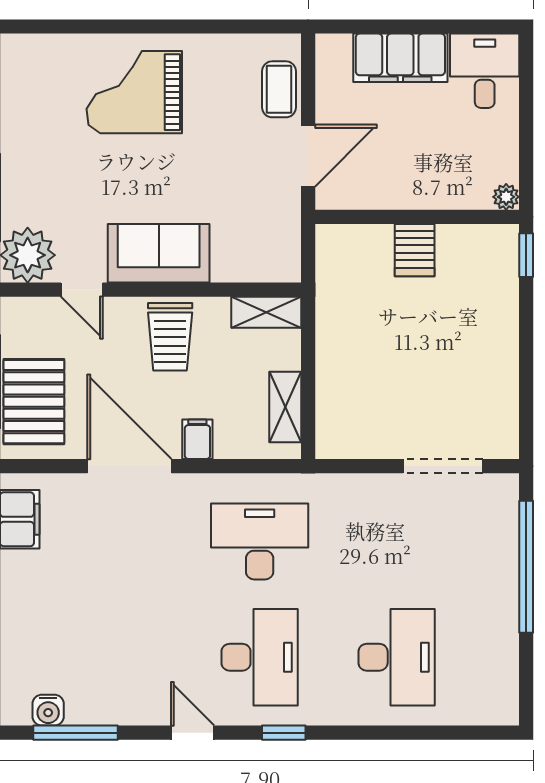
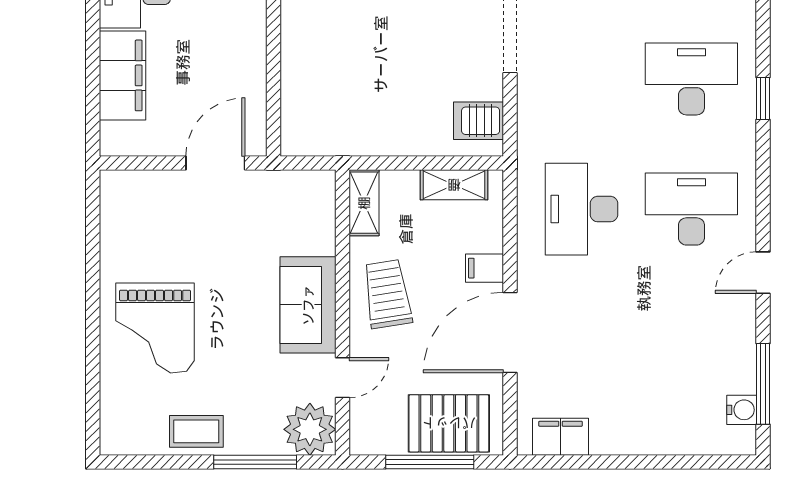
coffee table: (279, 89) -> (196, 431), moved
door: (308, 156) -> (215, 163), hinge flipped
server rack: (415, 250) -> (479, 121), moved, turned 180
trolley: (170, 337) -> (387, 294), turned -99
window: (284, 733) -> (763, 99), moved

